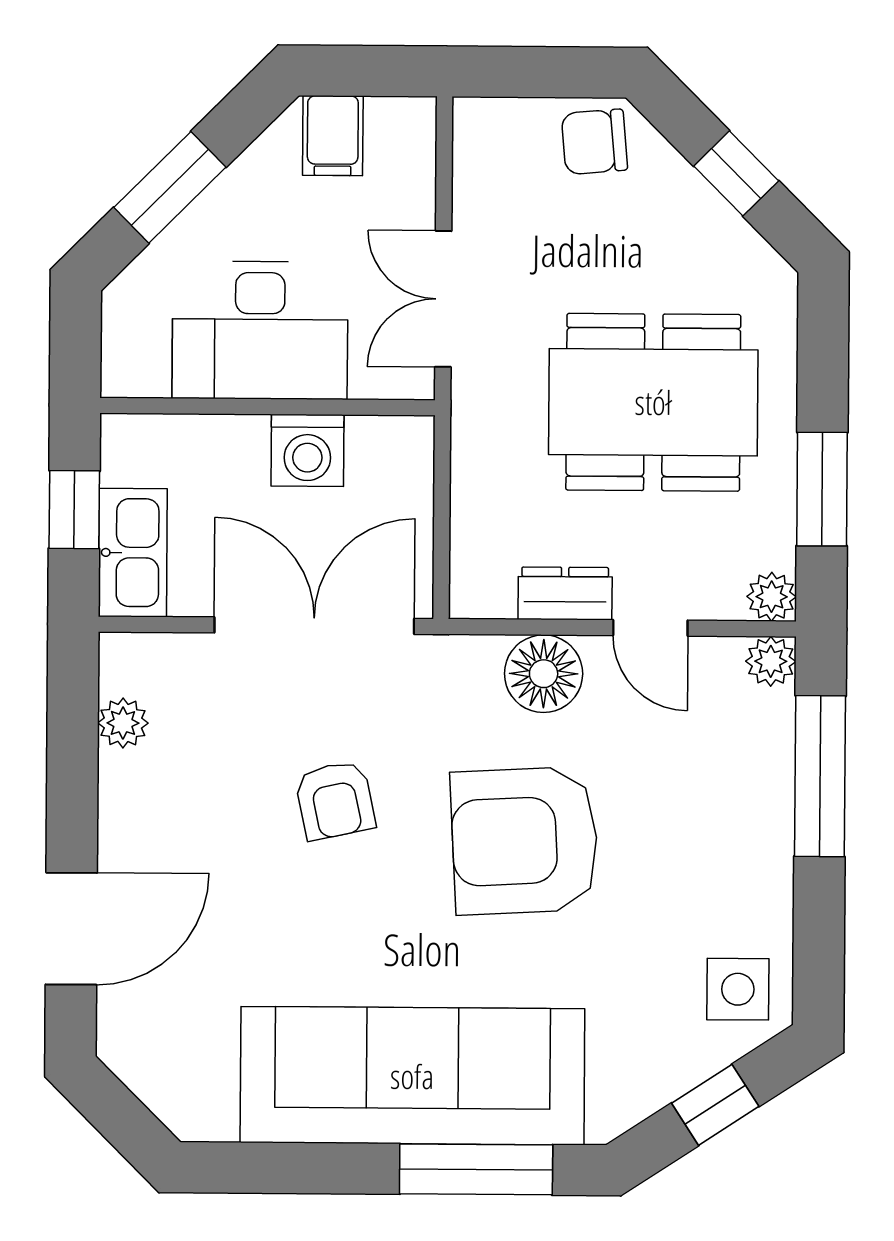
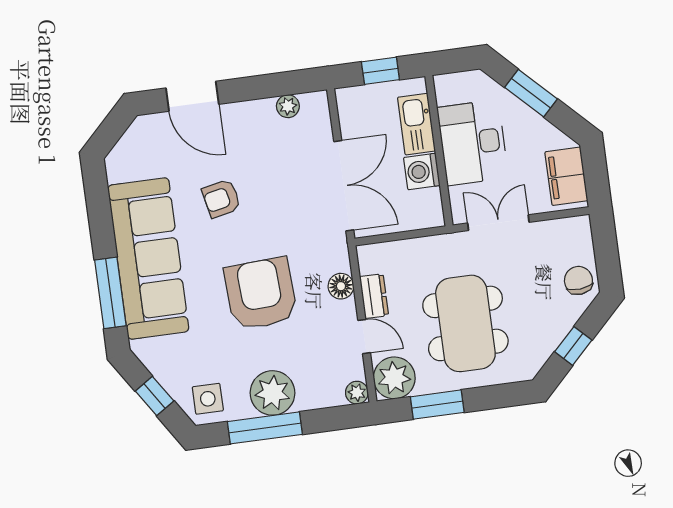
filing cabinet: (333, 136) -> (566, 176), width x2.00
kitchen sink: (133, 553) -> (416, 124), moved, turned 90
plant: (772, 597) -> (394, 378), width x1.88, depth x1.88
door: (650, 628) -> (364, 337), swing flipped
floor lamp: (544, 674) -> (341, 286), width x0.73, depth x0.73
window: (820, 776) -> (265, 428), moved
armchair: (335, 800) -> (221, 198), moved
plant: (745, 846) -> (272, 393), added

